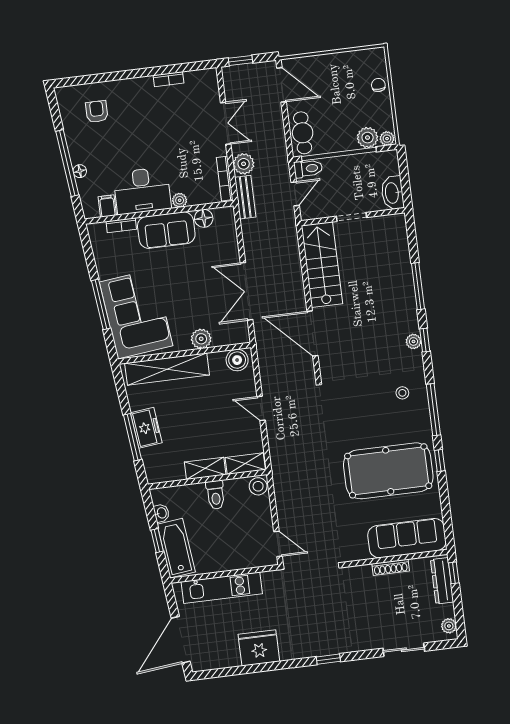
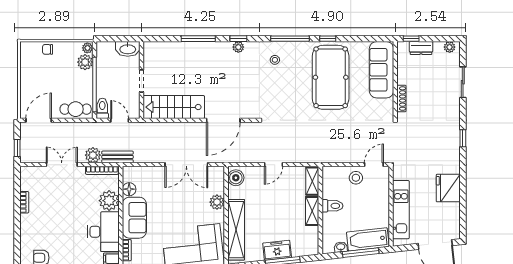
plant: (180, 200) -> (109, 201), width x1.88, depth x1.88
stool: (258, 486) -> (356, 178), moved
window: (157, 541) -> (361, 253), width x2.17
shoe rack: (391, 567) -> (401, 99), moved
dresser: (442, 581) -> (421, 48), width x0.70

